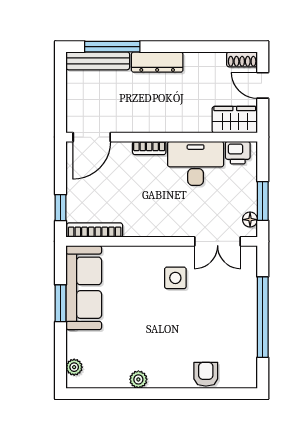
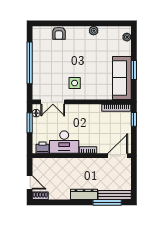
wardrobe: (235, 120) -> (44, 165), removed
double door: (218, 241) -> (53, 102), swing flipped

